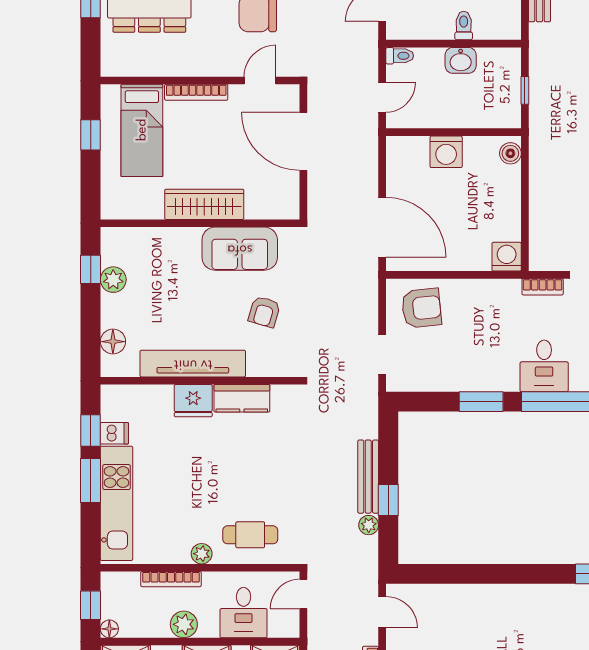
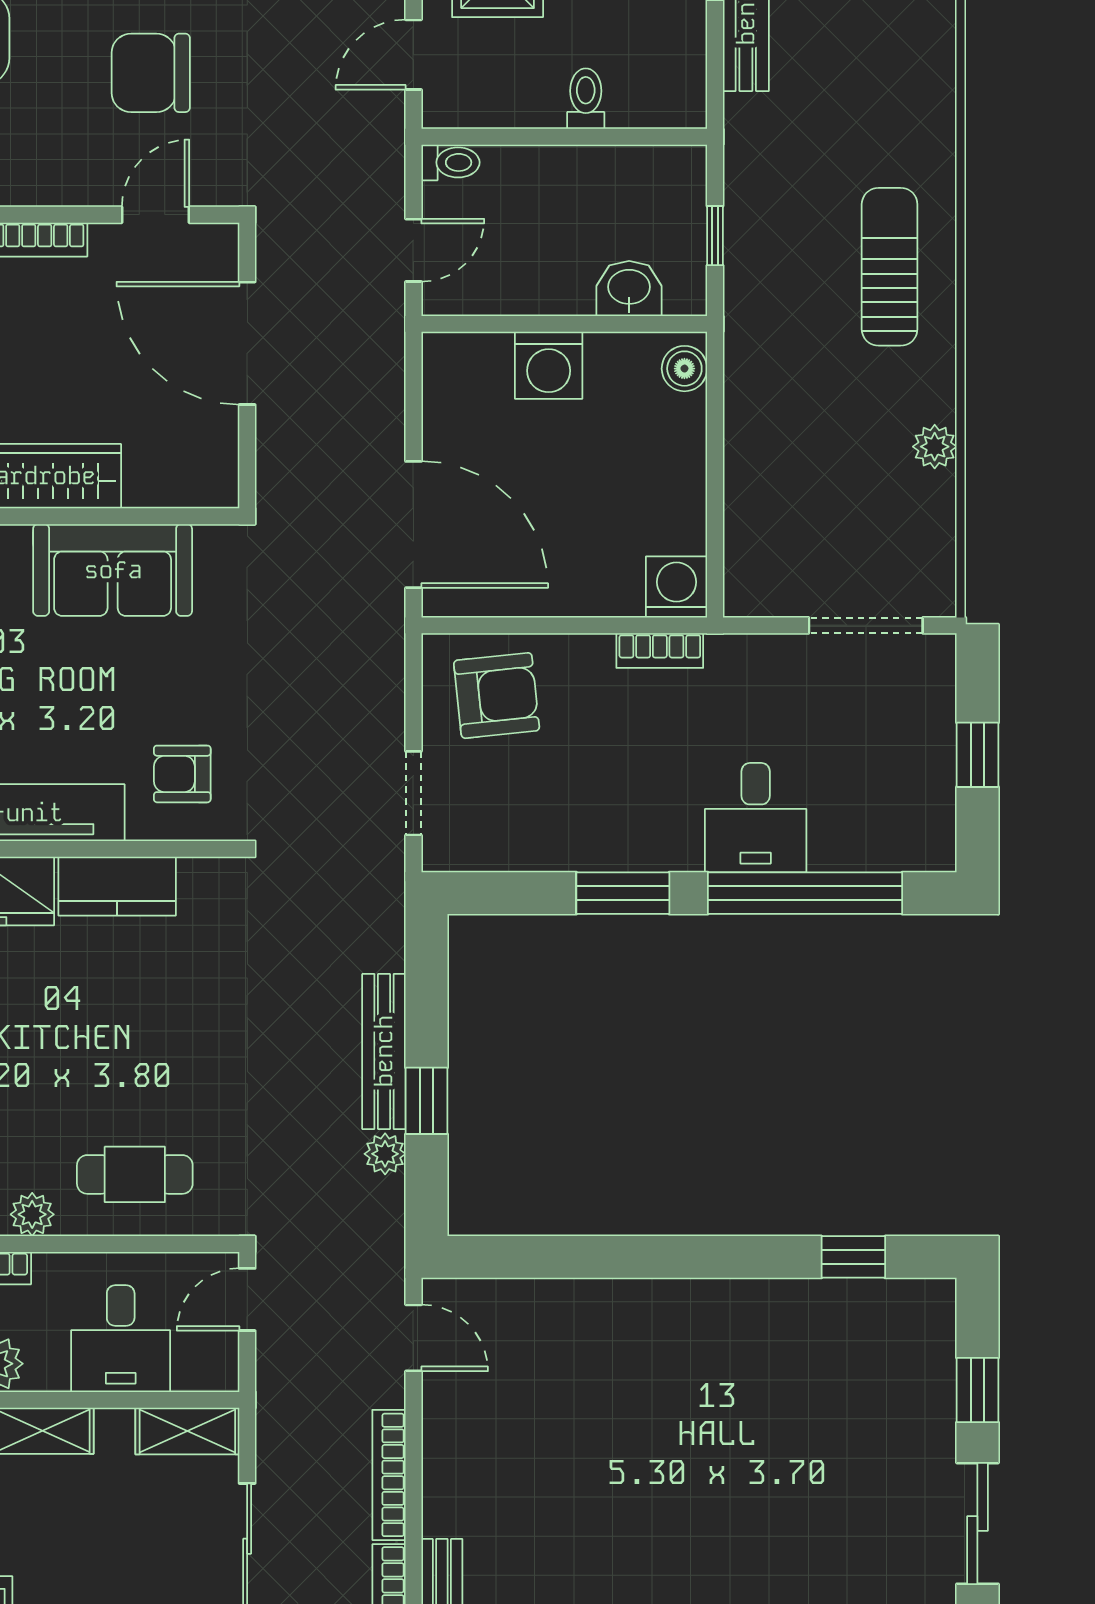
washbasin: (461, 60) -> (629, 289), moved, turned 180
bookcase: (543, 287) -> (660, 651), moved
armchair: (264, 312) -> (182, 774), moved, turned 74

